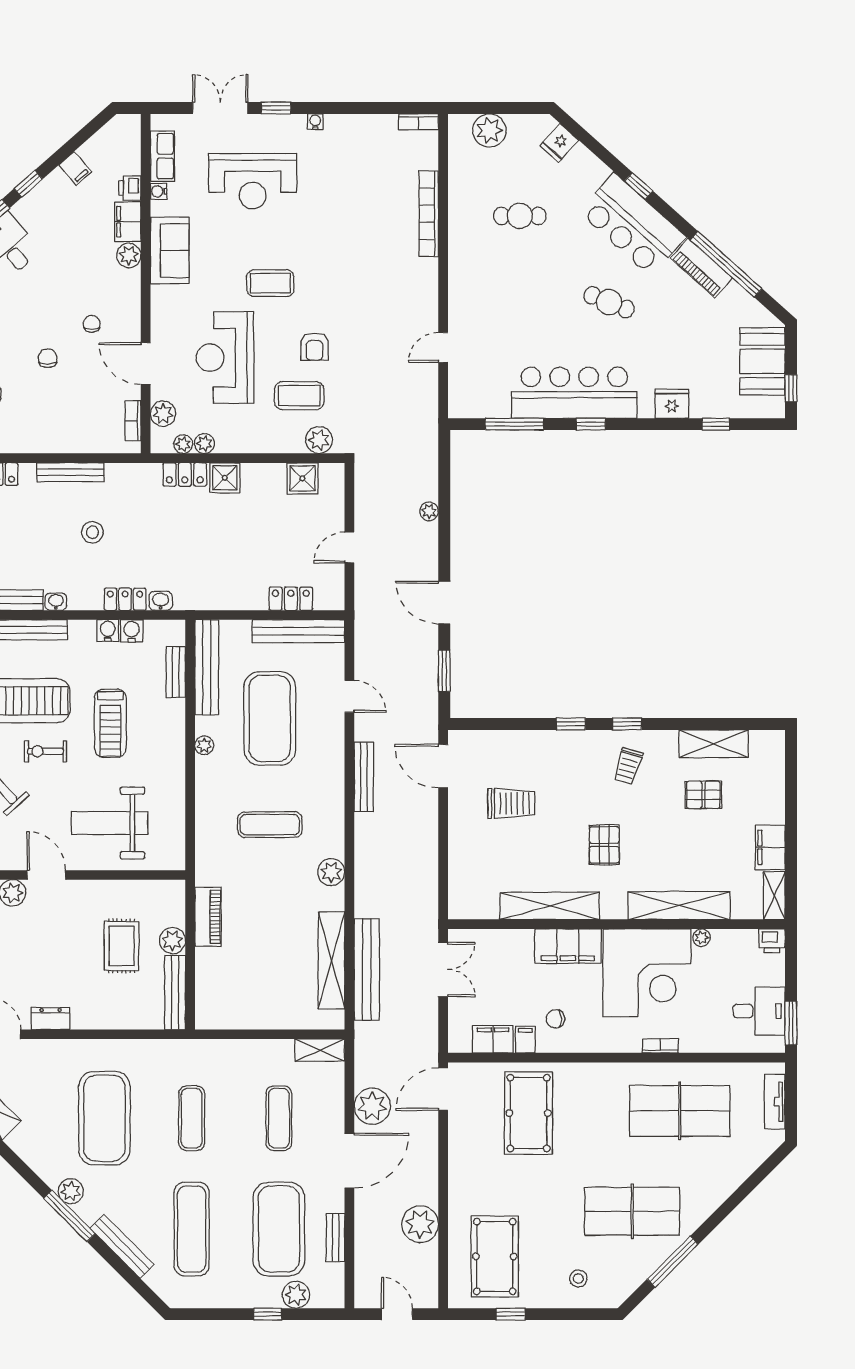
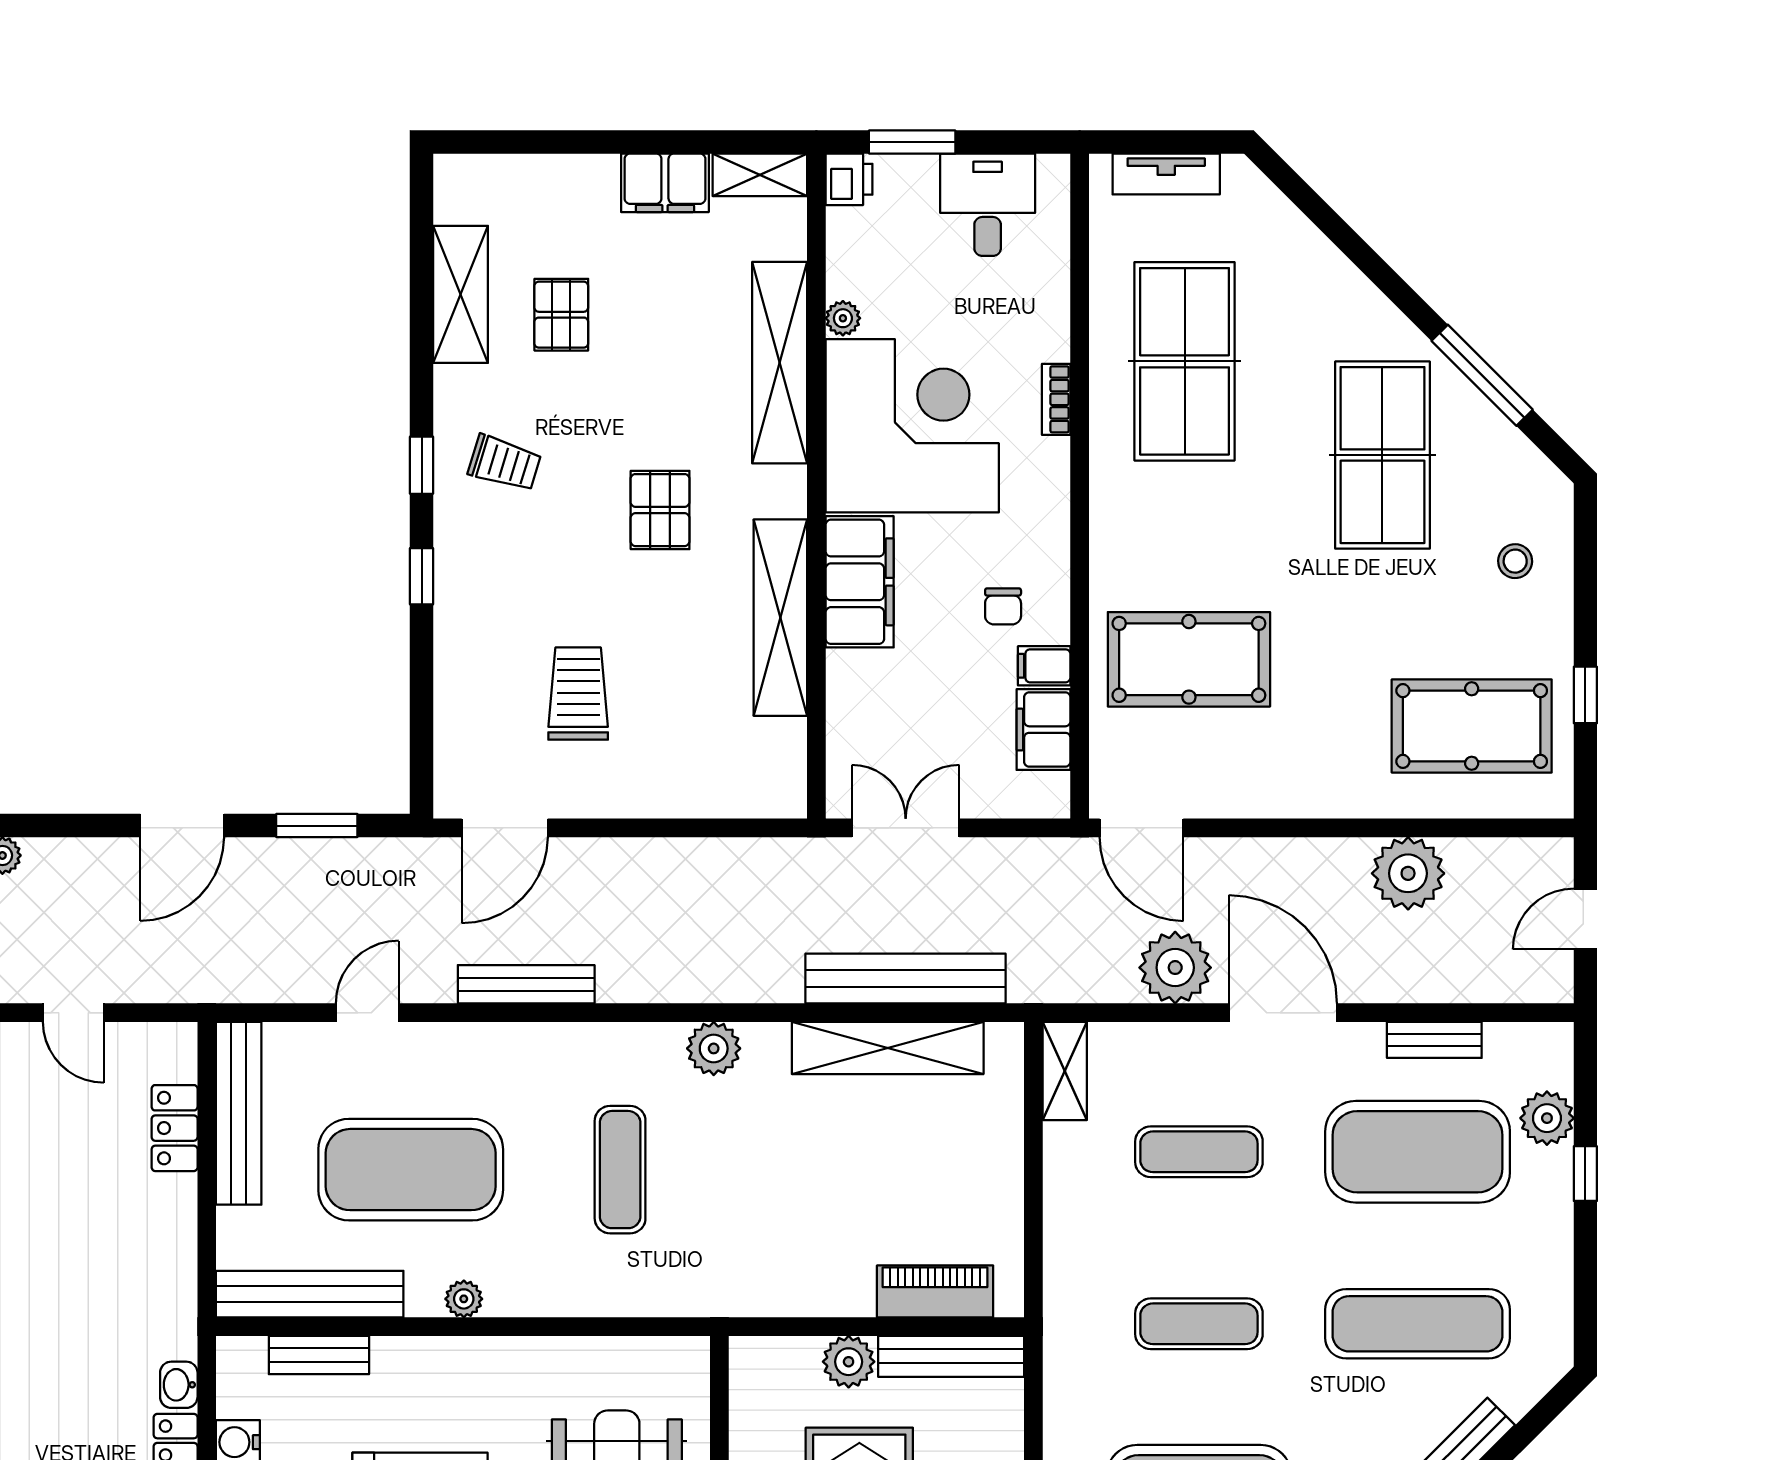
pallet: (604, 845) -> (660, 510), turned 90
piano: (208, 917) -> (935, 1291), moved
window: (791, 1023) -> (912, 142), moved

